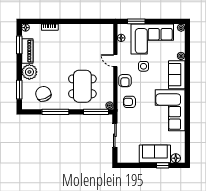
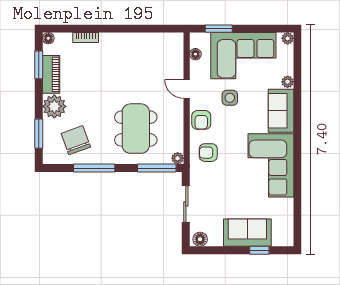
floor lamp: (176, 158) -> (200, 239), moved

